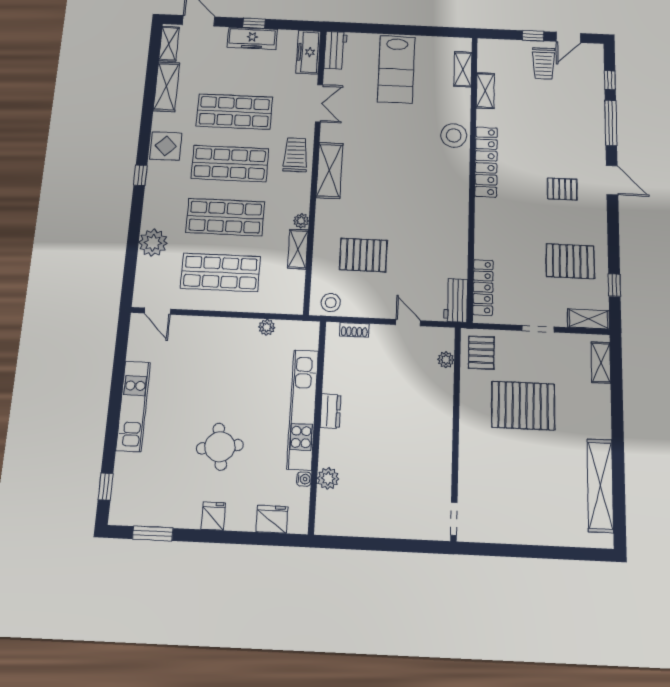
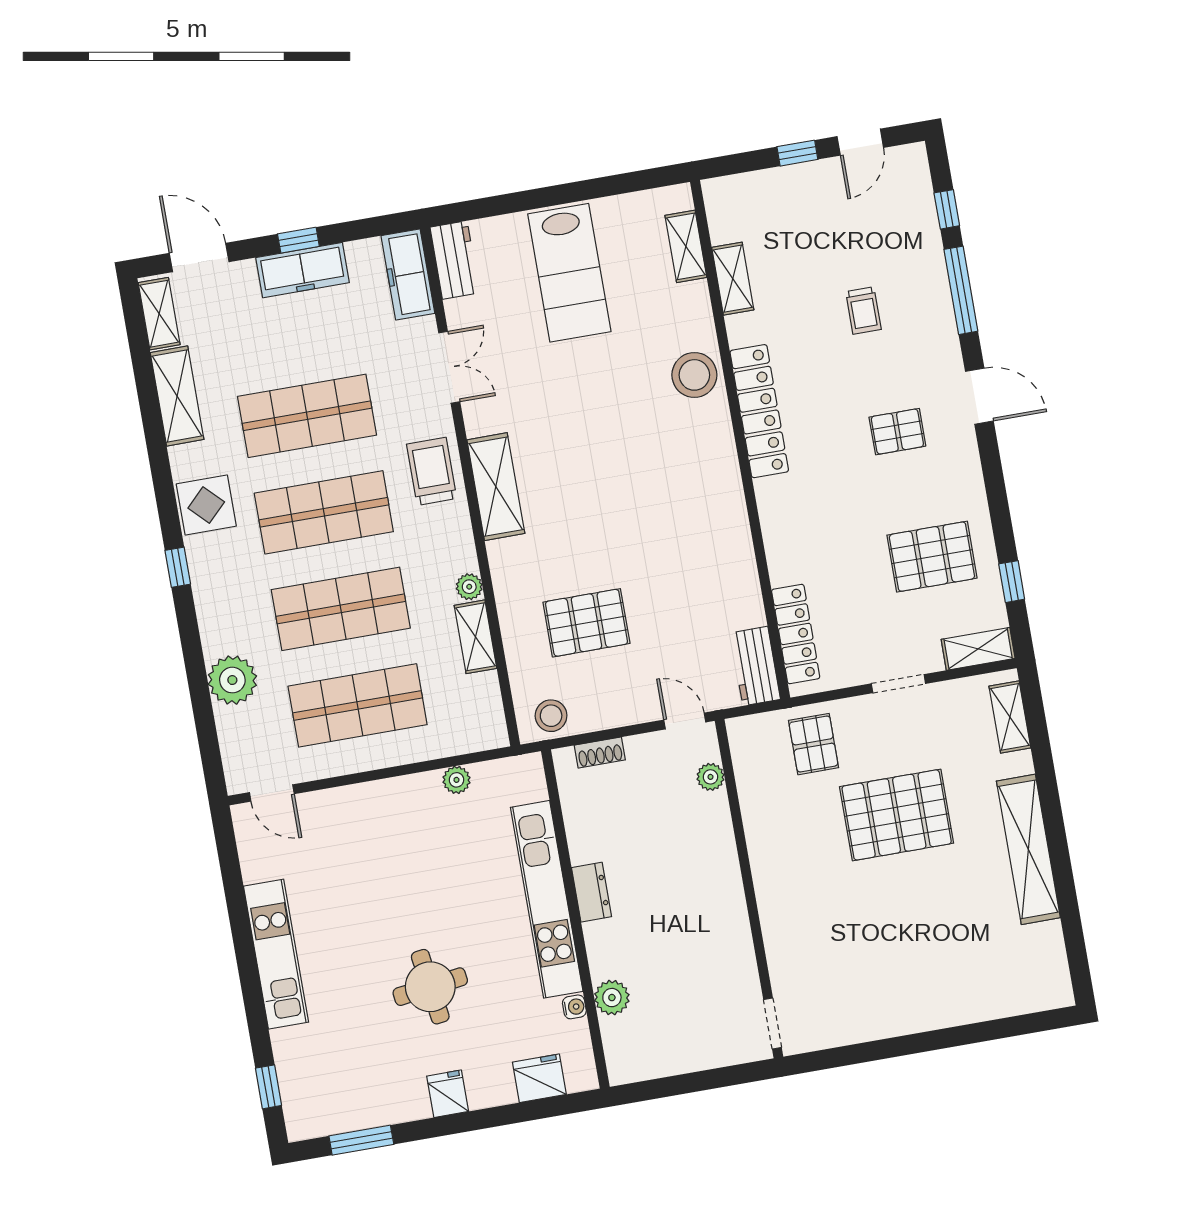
trolley: (544, 63) -> (863, 310), moved, width x0.73, depth x0.72
plant: (446, 360) -> (710, 777), moved
wall: (456, 432) -> (749, 889), moved
shelving: (600, 485) -> (1028, 849), moved
doorway: (454, 519) -> (773, 1024), moved

